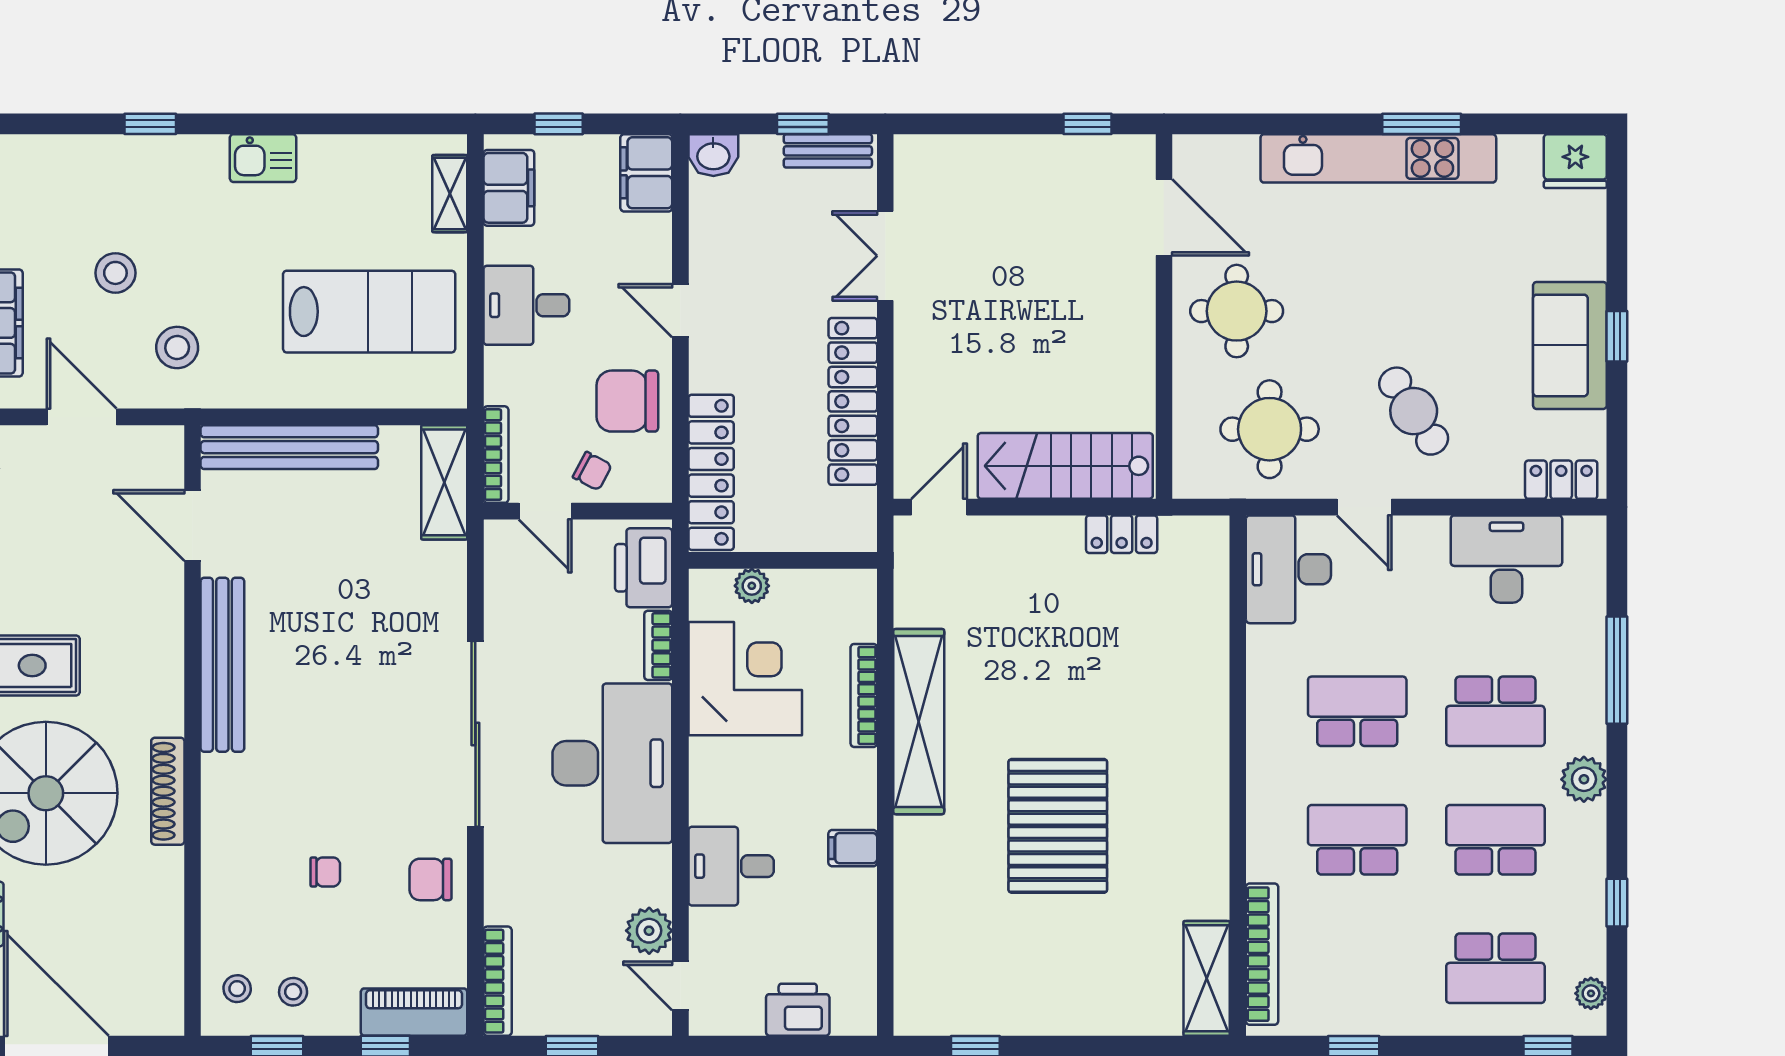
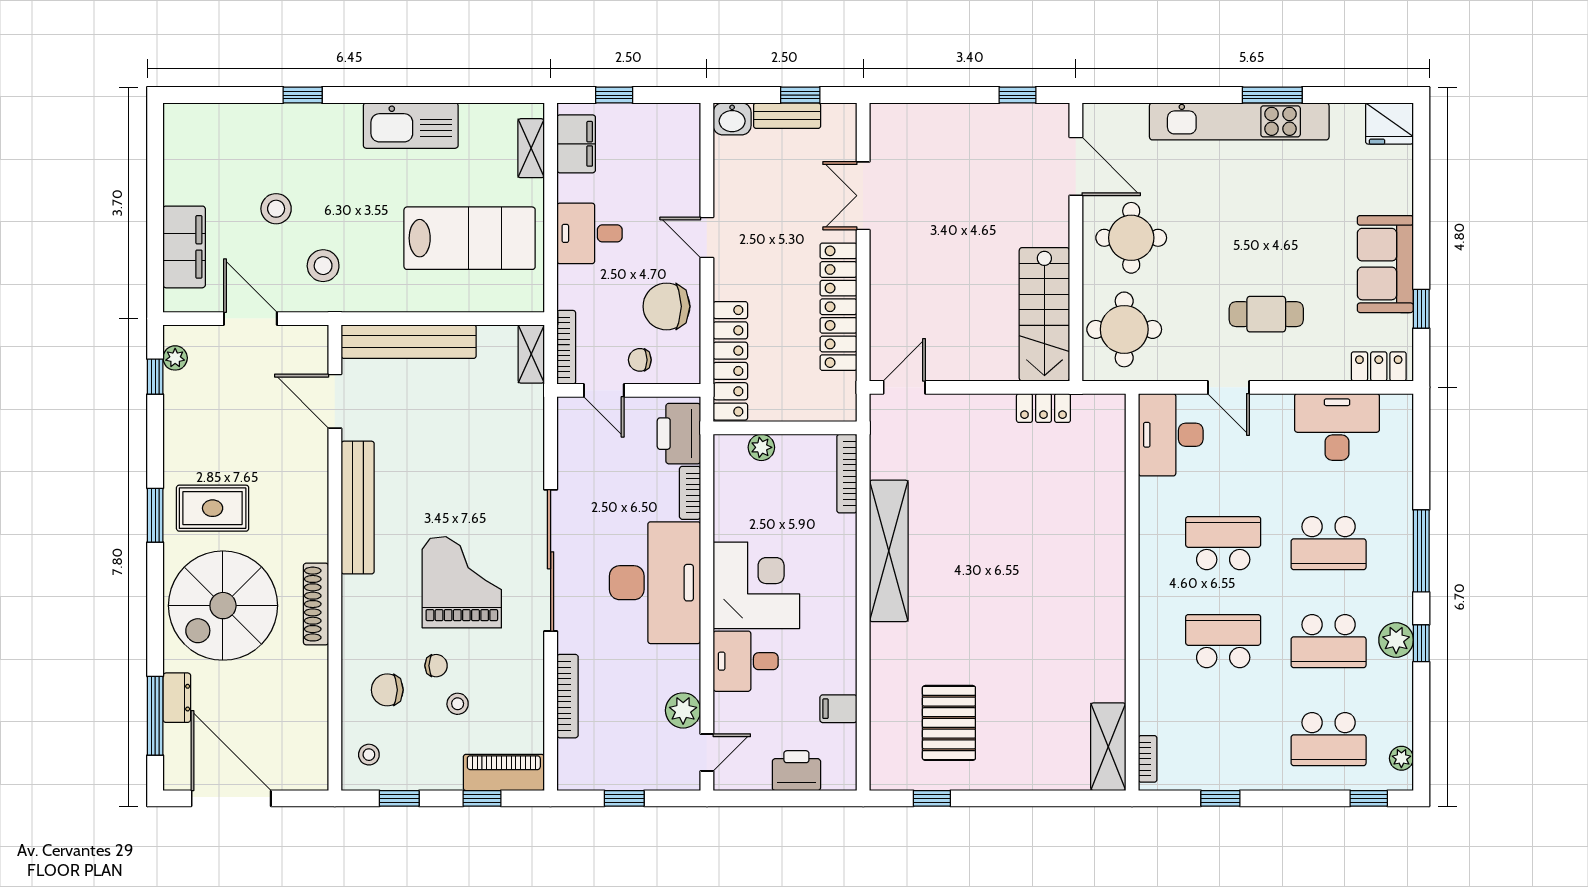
bench: (828, 151) -> (787, 116), moved
kitchen sink: (263, 158) -> (411, 126), width x1.87, depth x1.24
filing cabinet: (646, 173) -> (681, 132), removed
window: (1617, 336) -> (1421, 309), moved
cafe table: (1414, 411) -> (1266, 314), turned -57
round table: (1270, 429) -> (1124, 329), moved
stairs: (1065, 466) -> (1044, 314), moved, turned -90
chair: (592, 471) -> (640, 360), turned 152
shelving: (444, 482) -> (531, 354), width x0.67, depth x0.75
window: (1617, 670) -> (1421, 551), moved
corner desk: (745, 679) -> (756, 585), moved
bookcase: (864, 695) -> (847, 474), moved
grand piano: (359, 763) -> (462, 582), added
plant: (1584, 779) -> (1396, 640), moved
pallet: (1058, 826) -> (949, 723), moved, width x0.73, depth x0.71
school desk: (1495, 840) -> (1329, 641), turned 180
filing cabinet: (853, 848) -> (838, 709), moved
chair: (431, 879) -> (387, 690), moved
window: (1617, 903) -> (1421, 643), moved
bookcase: (1262, 954) -> (1148, 759), width x0.43, depth x0.76
bookcase: (498, 981) -> (568, 696), moved
door: (680, 986) -> (707, 753), swing flipped
stool: (293, 992) -> (458, 704), moved

